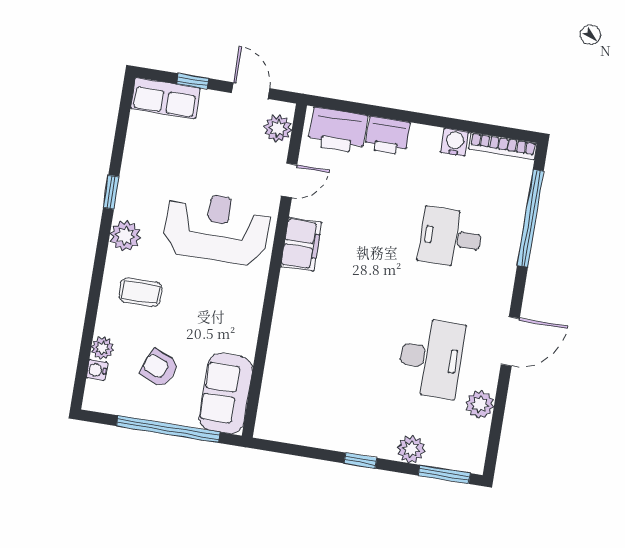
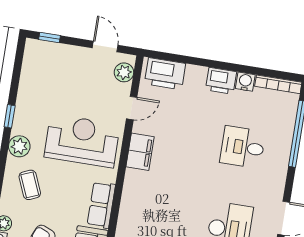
window: (193, 81) -> (50, 37), moved
row of seats: (165, 98) -> (101, 205), moved, turned 90
printer: (388, 136) -> (221, 81), moved
coffee table: (140, 292) -> (30, 185), turned 67

